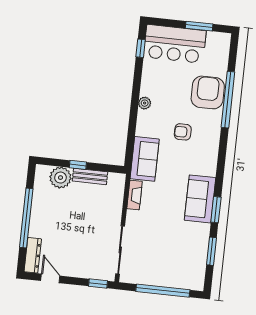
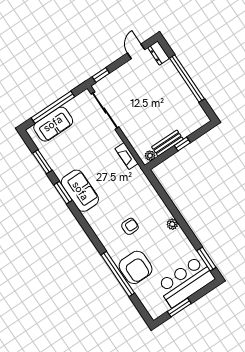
window: (141, 48) -> (206, 259), width x1.50
sofa: (145, 159) -> (53, 124), moved, turned -90
plant: (60, 178) -> (150, 156), moved, width x0.53, depth x0.53
dresser: (33, 255) -> (159, 53), width x0.70
door: (50, 278) -> (136, 51), swing flipped

